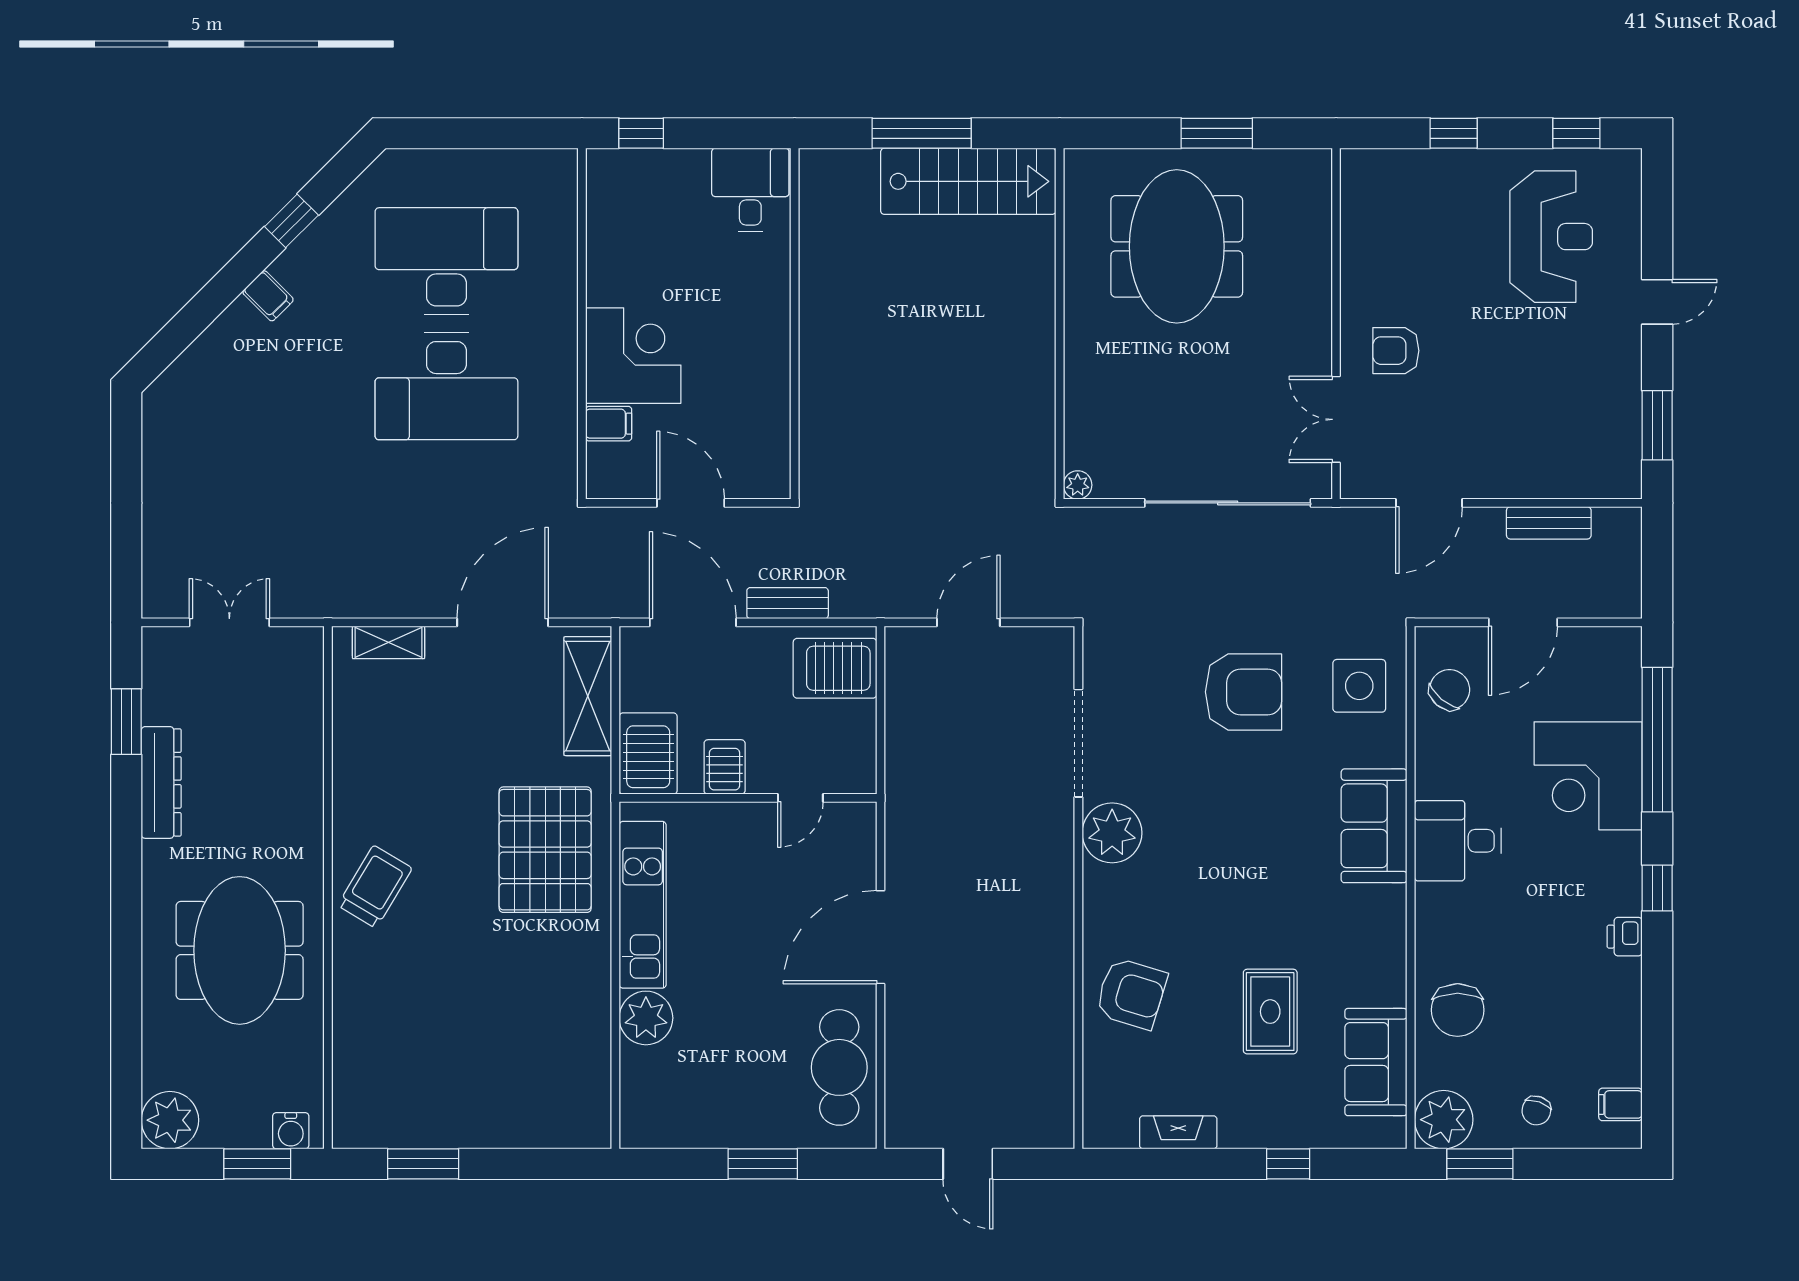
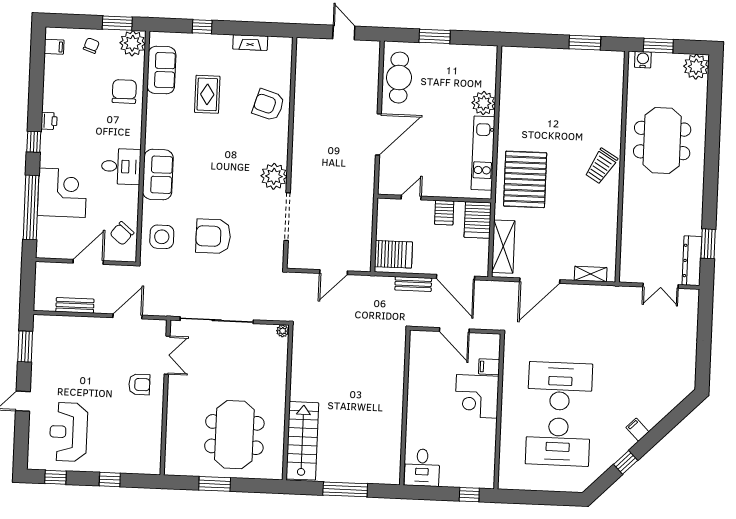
stairs: (968, 181) -> (302, 441), moved, turned 90
dresser: (161, 782) -> (692, 261), moved

